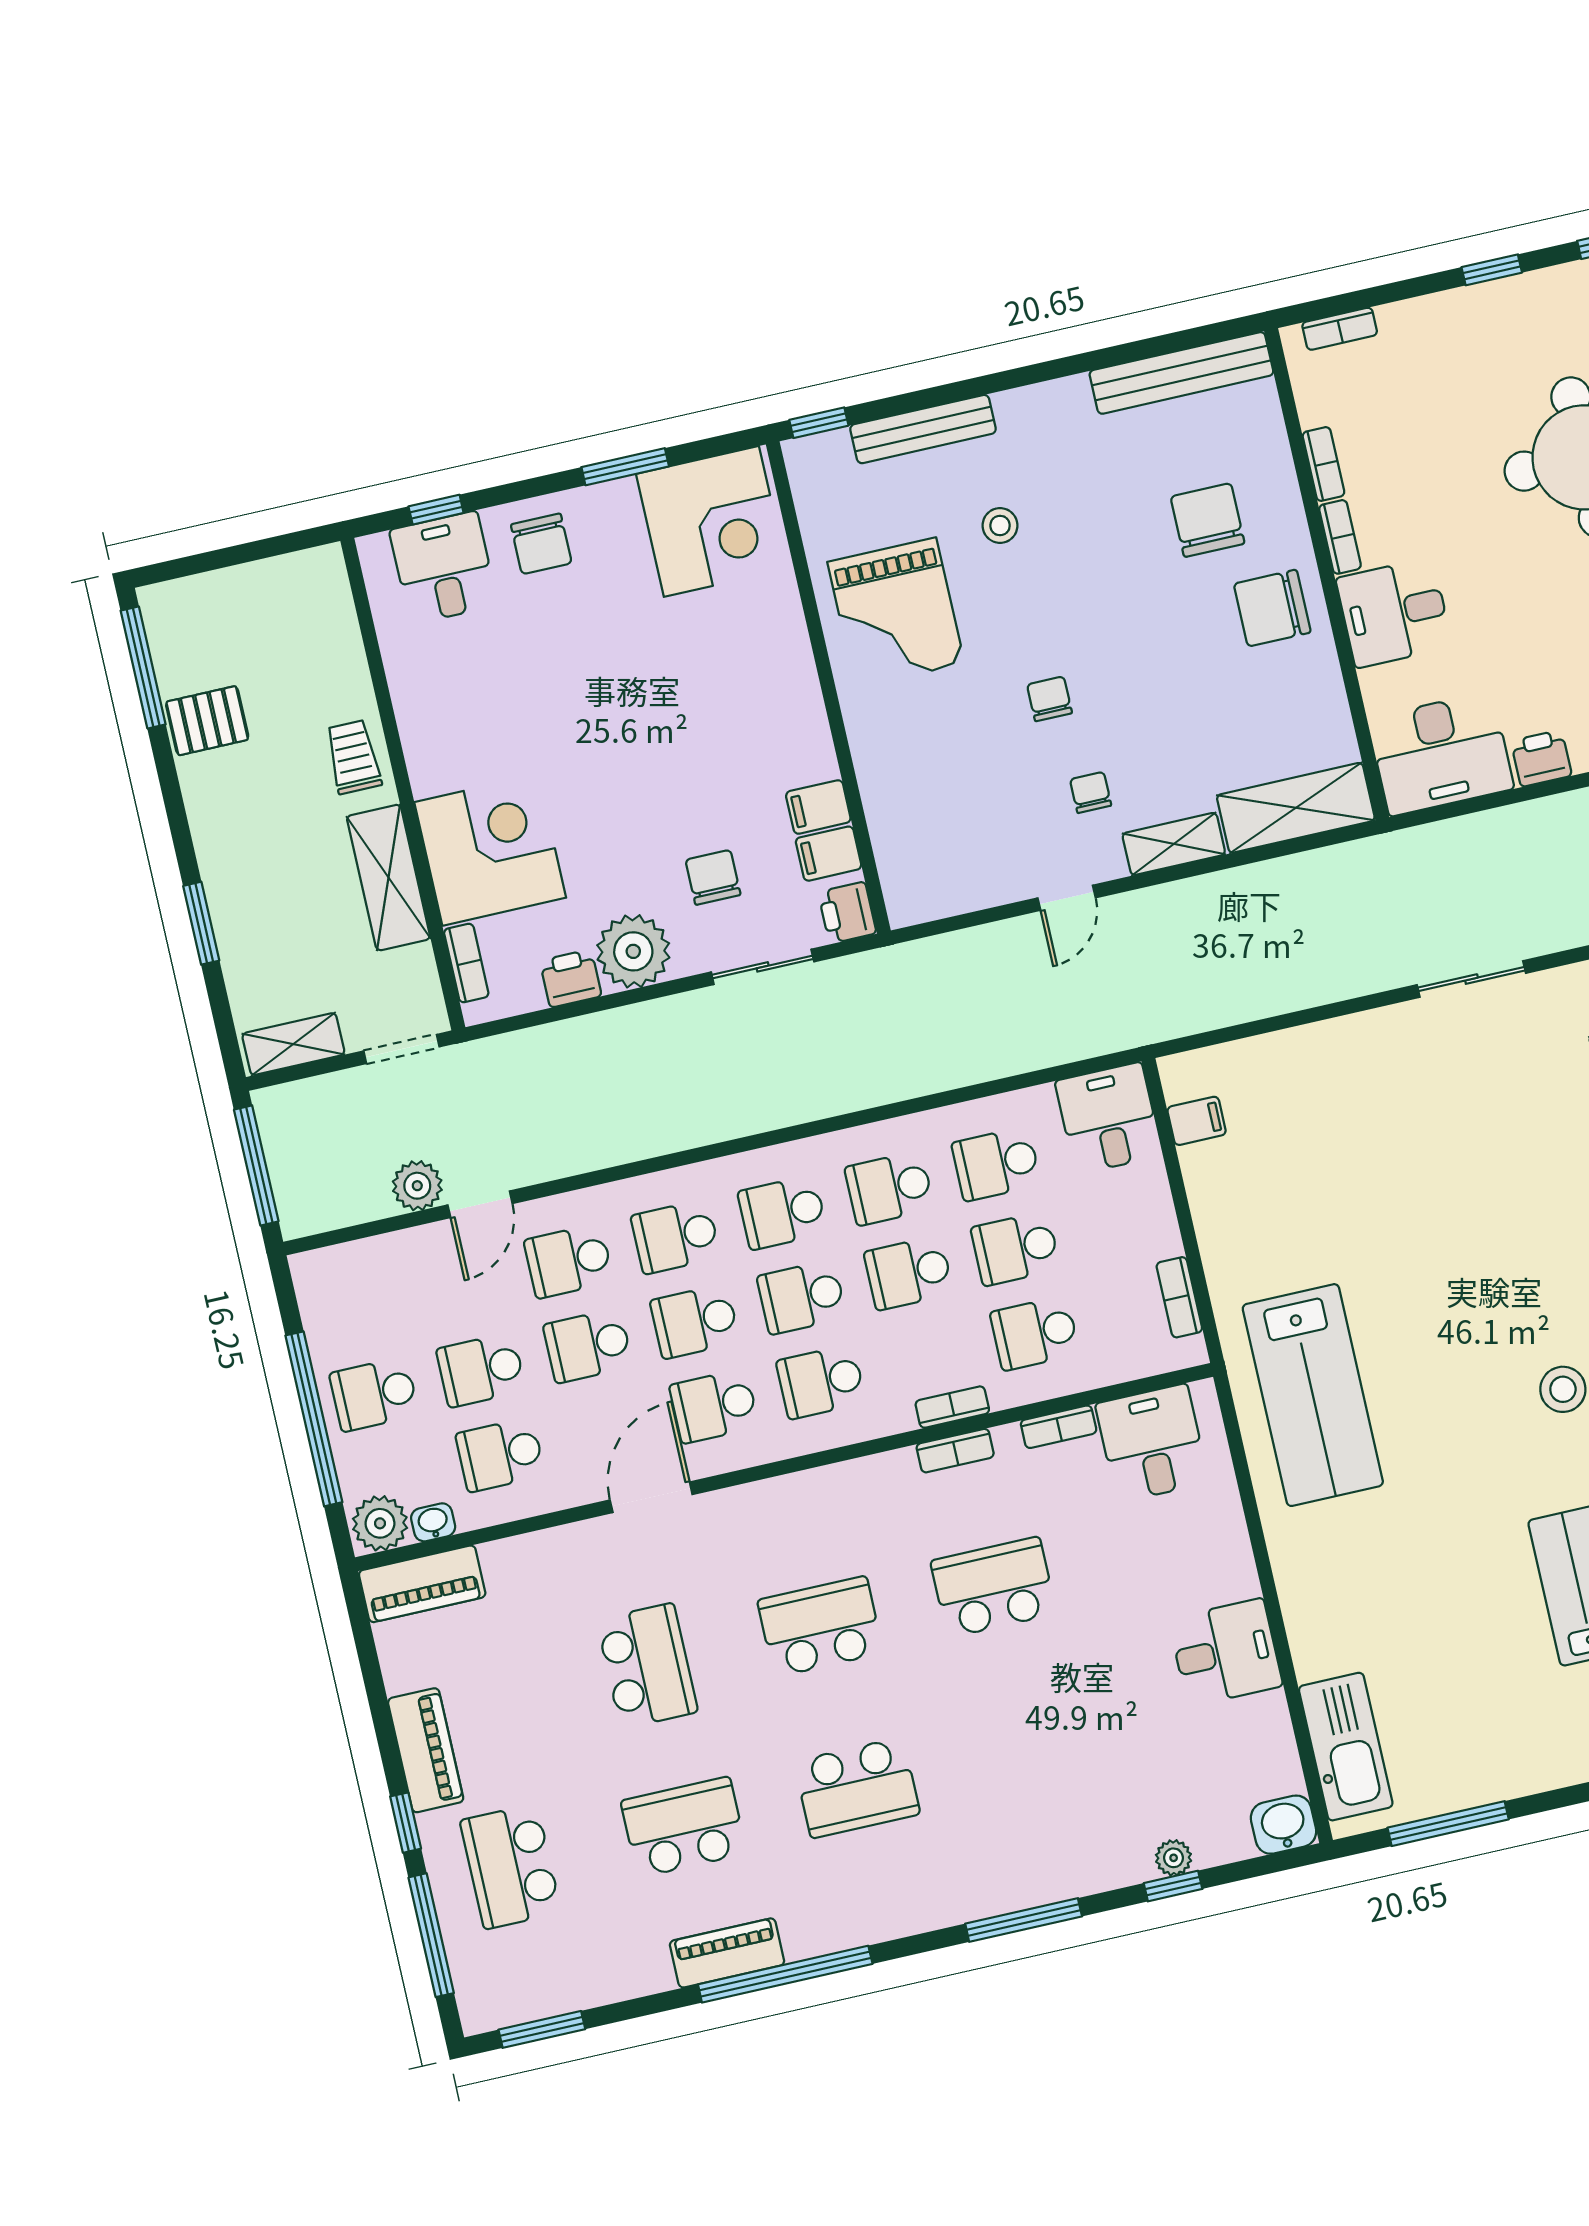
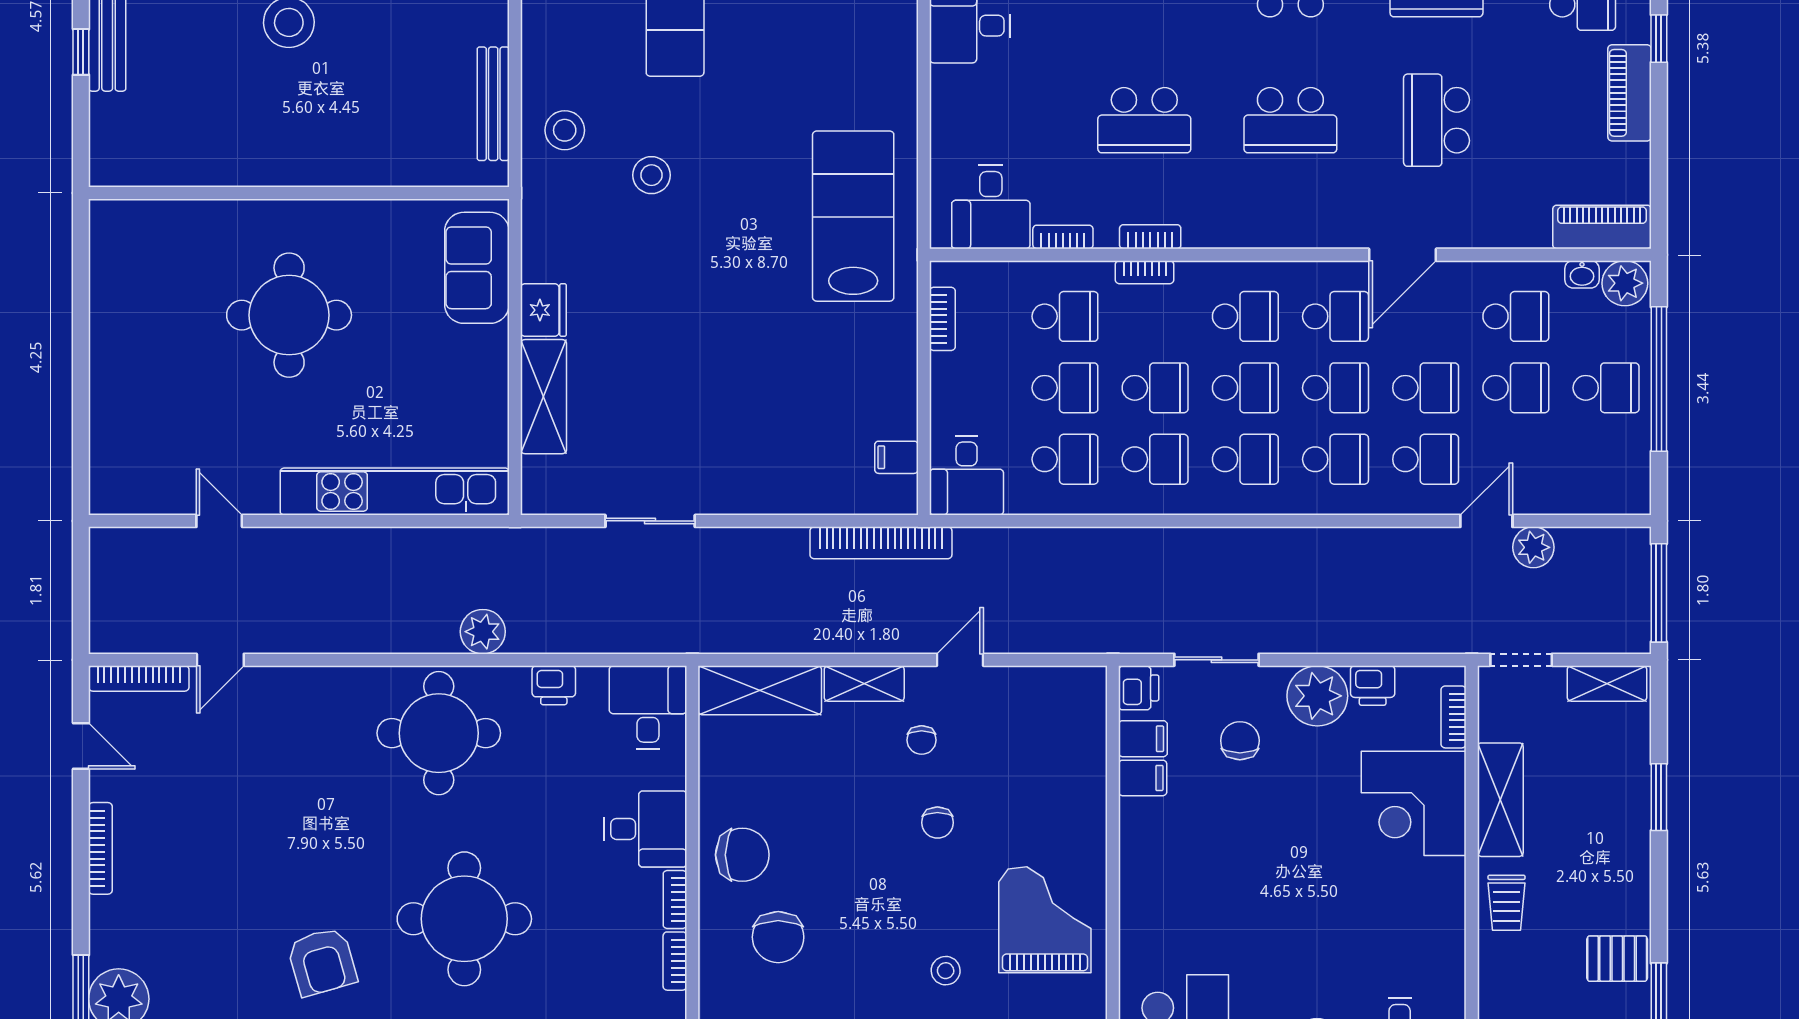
desk: (1441, 754) -> (648, 707), width x0.73
chair: (713, 877) -> (1240, 741), turned 180
bookcase: (1192, 1015) -> (881, 543), added

